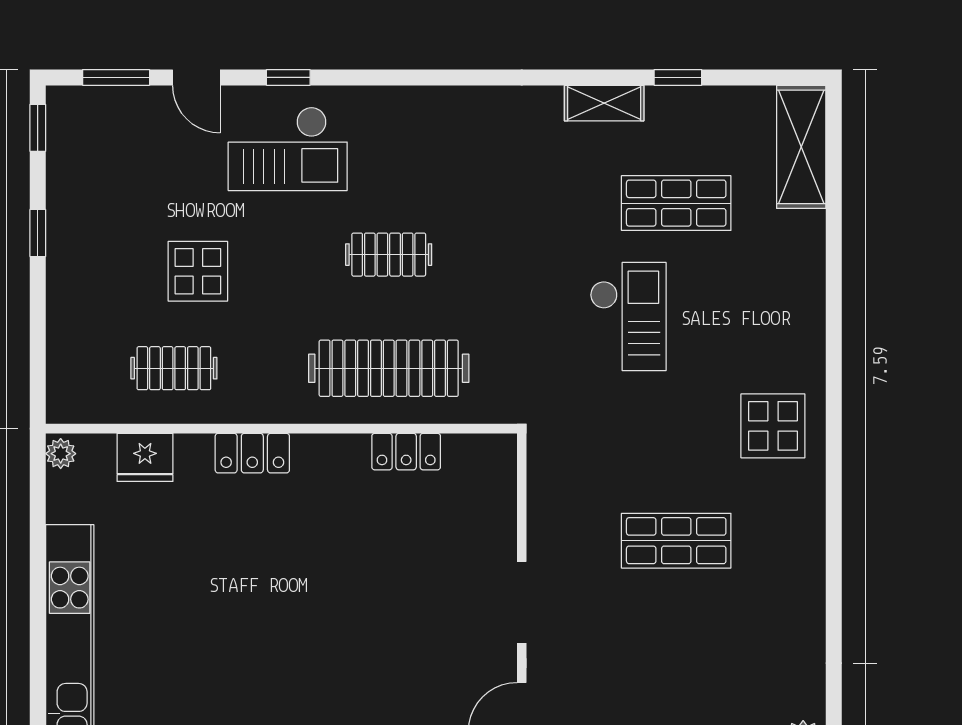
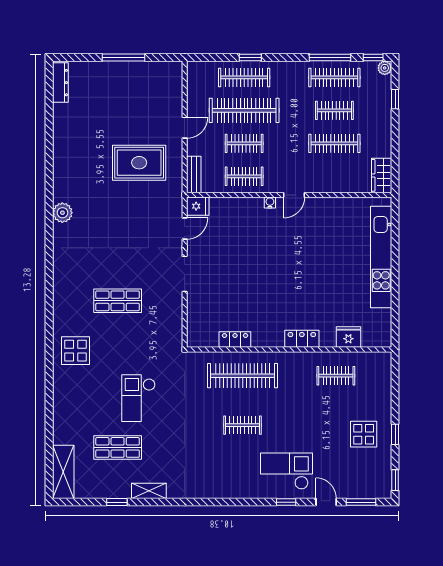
display table: (198, 271) -> (364, 434), moved
plant: (61, 454) -> (385, 339), removed

